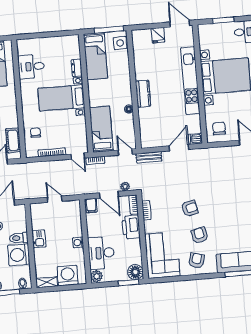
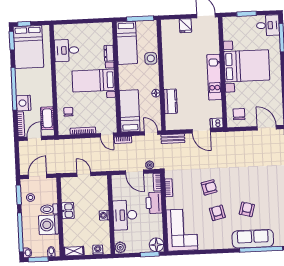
side table: (120, 43) -> (151, 58), moved
kitchen unit: (190, 81) -> (214, 77), width x0.73
kitchen counter: (143, 94) -> (171, 101), moved
door: (179, 148) -> (201, 131), swing flipped
filing cabinet: (91, 205) -> (118, 181), removed
desk: (101, 253) -> (125, 215), moved
armchair: (197, 261) -> (247, 209), moved
washing machine: (68, 276) -> (98, 250), width x0.53, depth x0.53

